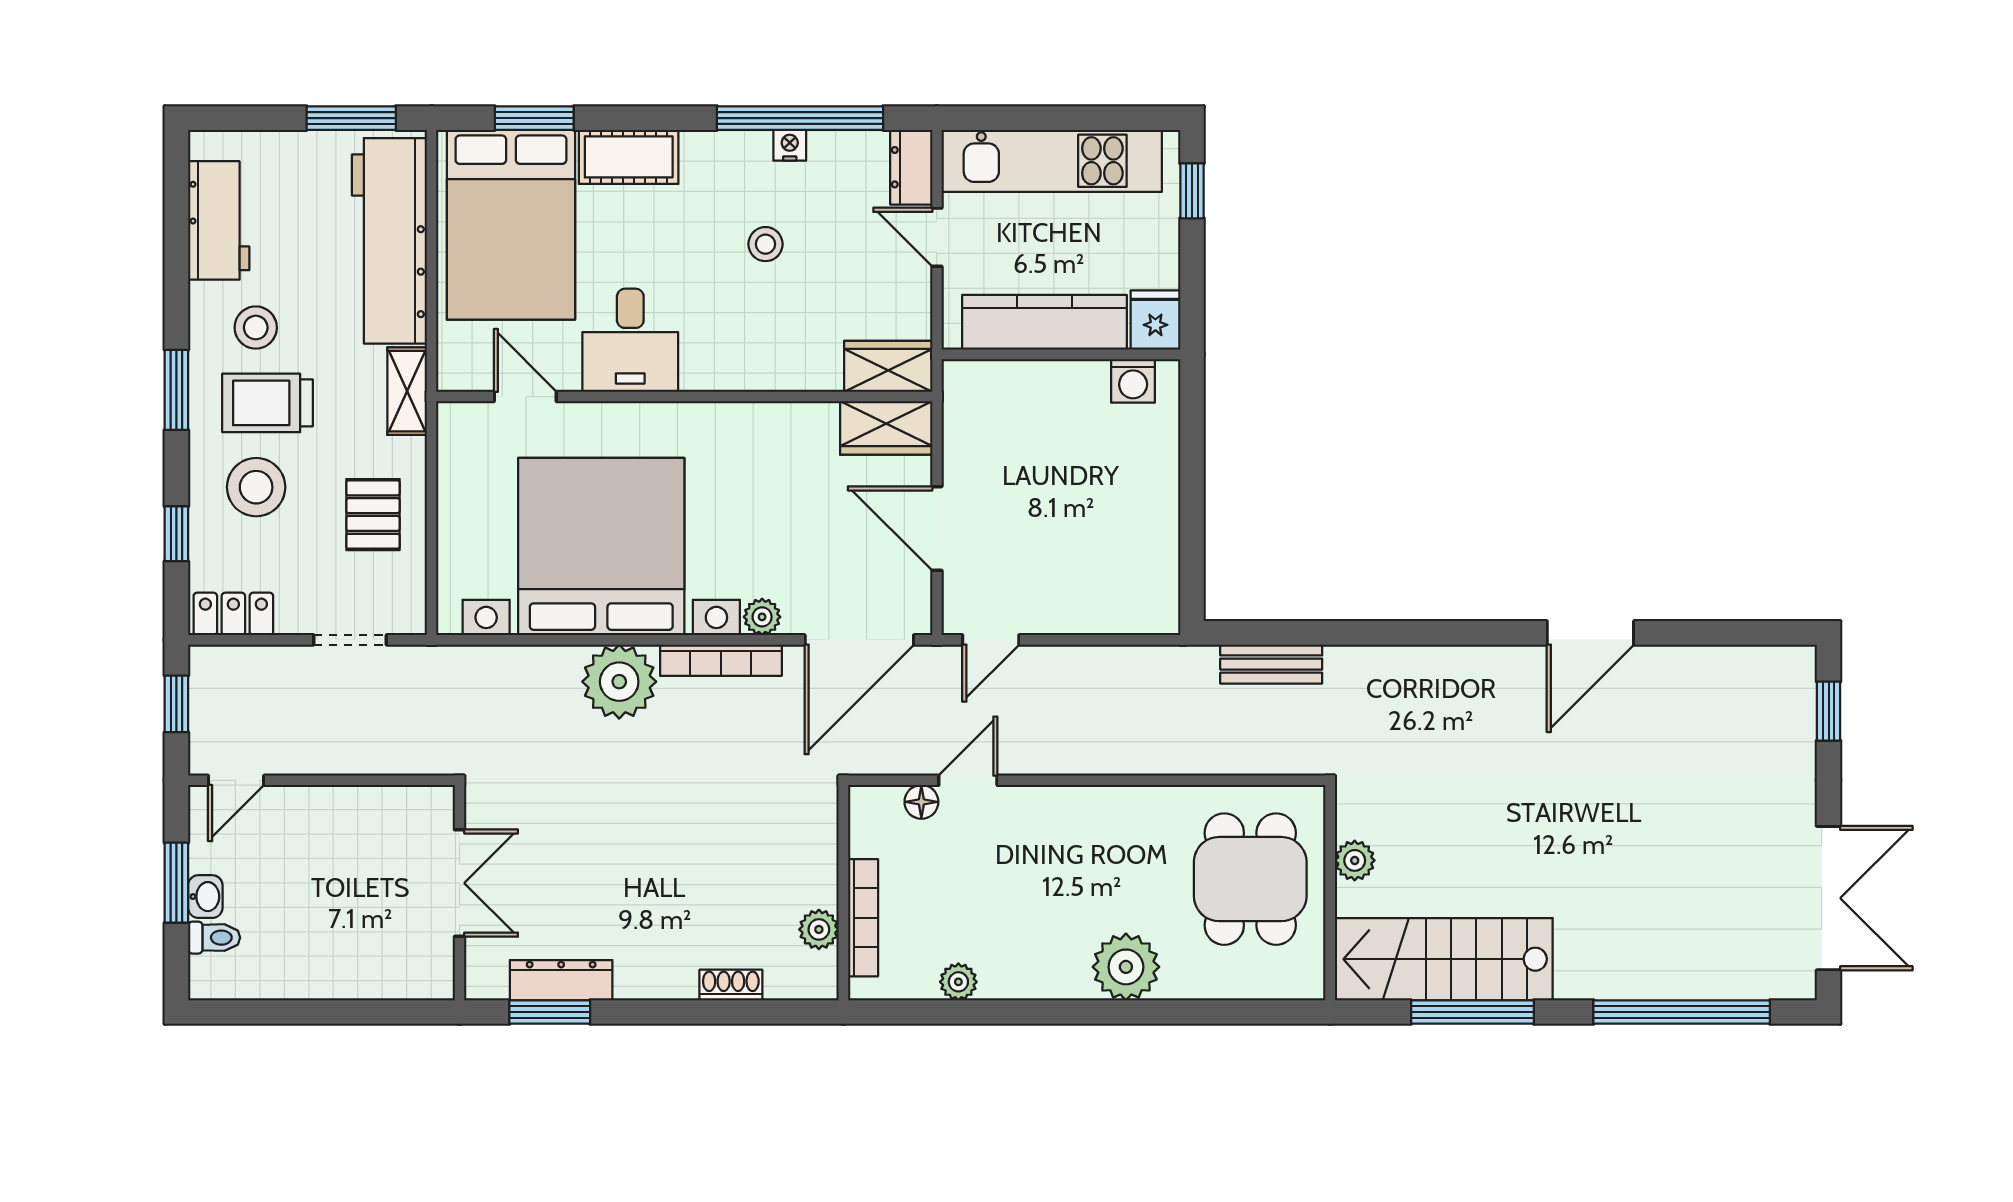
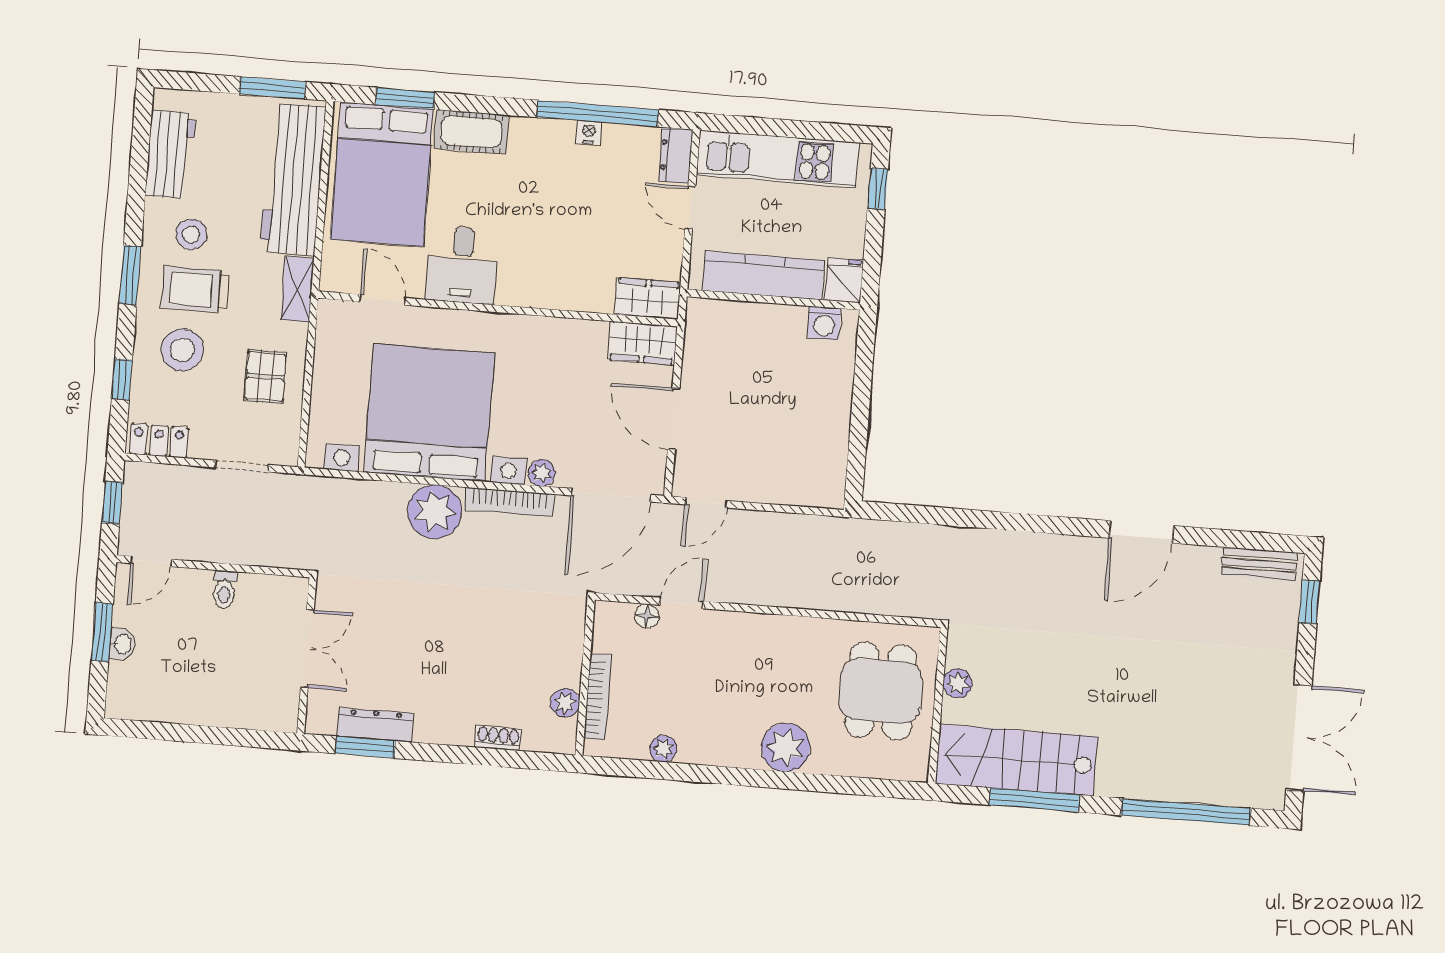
stool: (765, 244) -> (566, 203), removed
bench: (1271, 664) -> (1259, 564), moved
toilet: (214, 938) -> (224, 590), moved, turned 90

